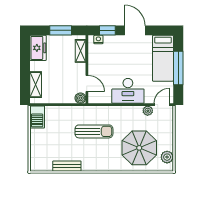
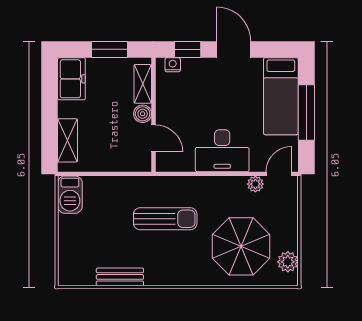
boiler: (80, 98) -> (143, 114), moved

